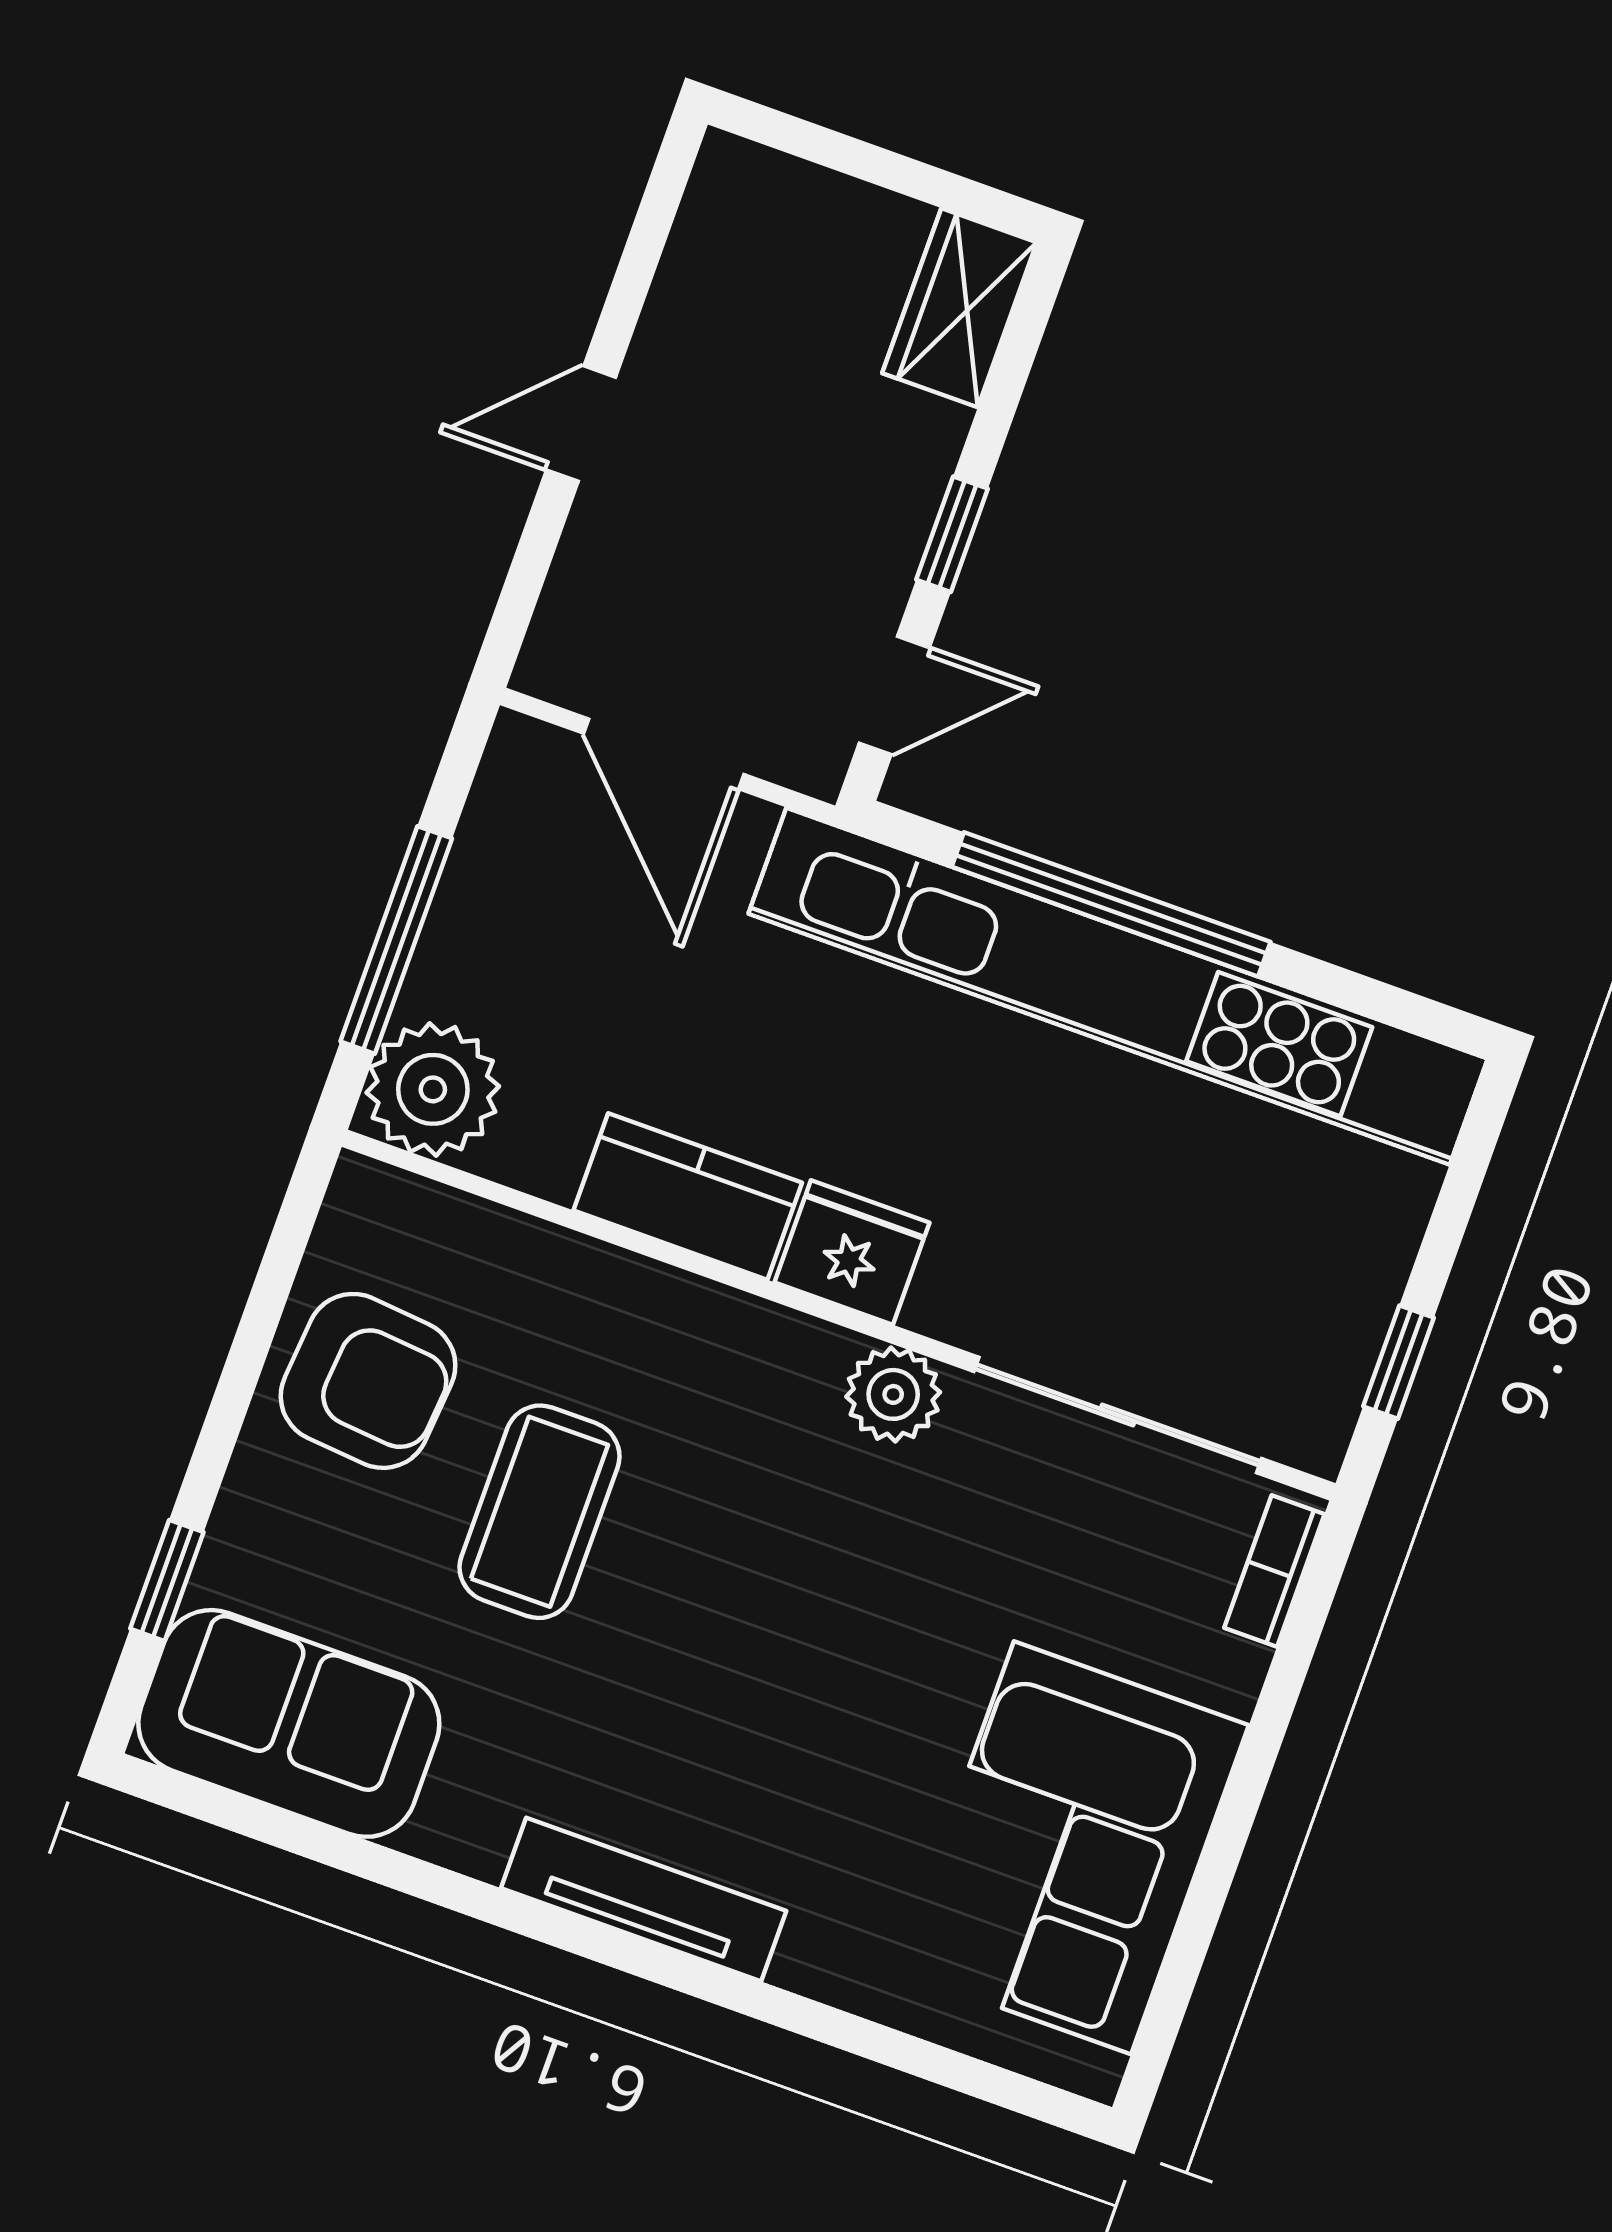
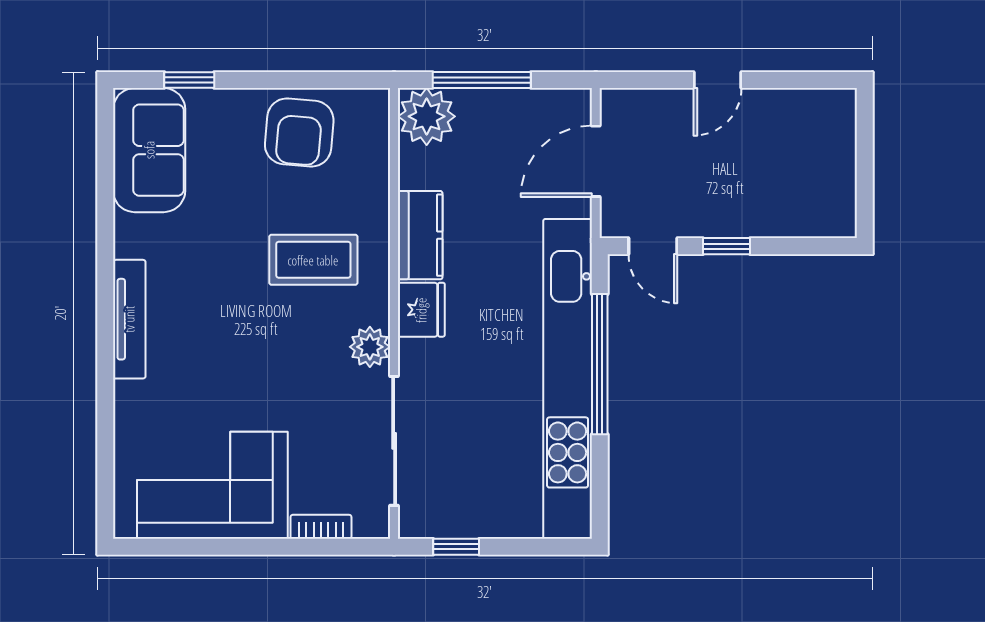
wardrobe: (960, 308) -> (819, 216), removed
door: (581, 424) -> (717, 80), swing flipped
coffee table: (540, 1512) -> (313, 260), moved
bookcase: (1274, 1571) -> (321, 527), moved

